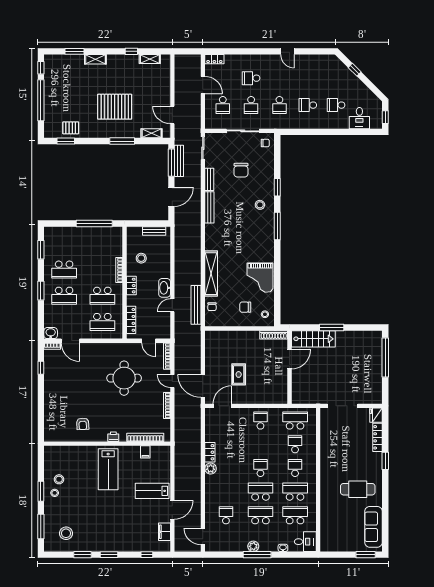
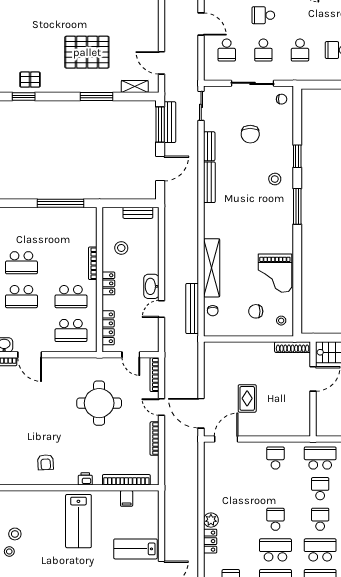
locker: (210, 452) -> (210, 541), moved

